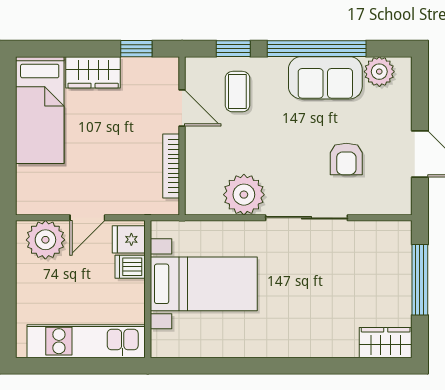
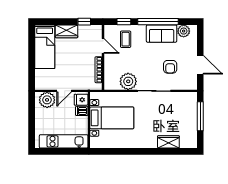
wardrobe: (386, 343) -> (168, 142), moved

